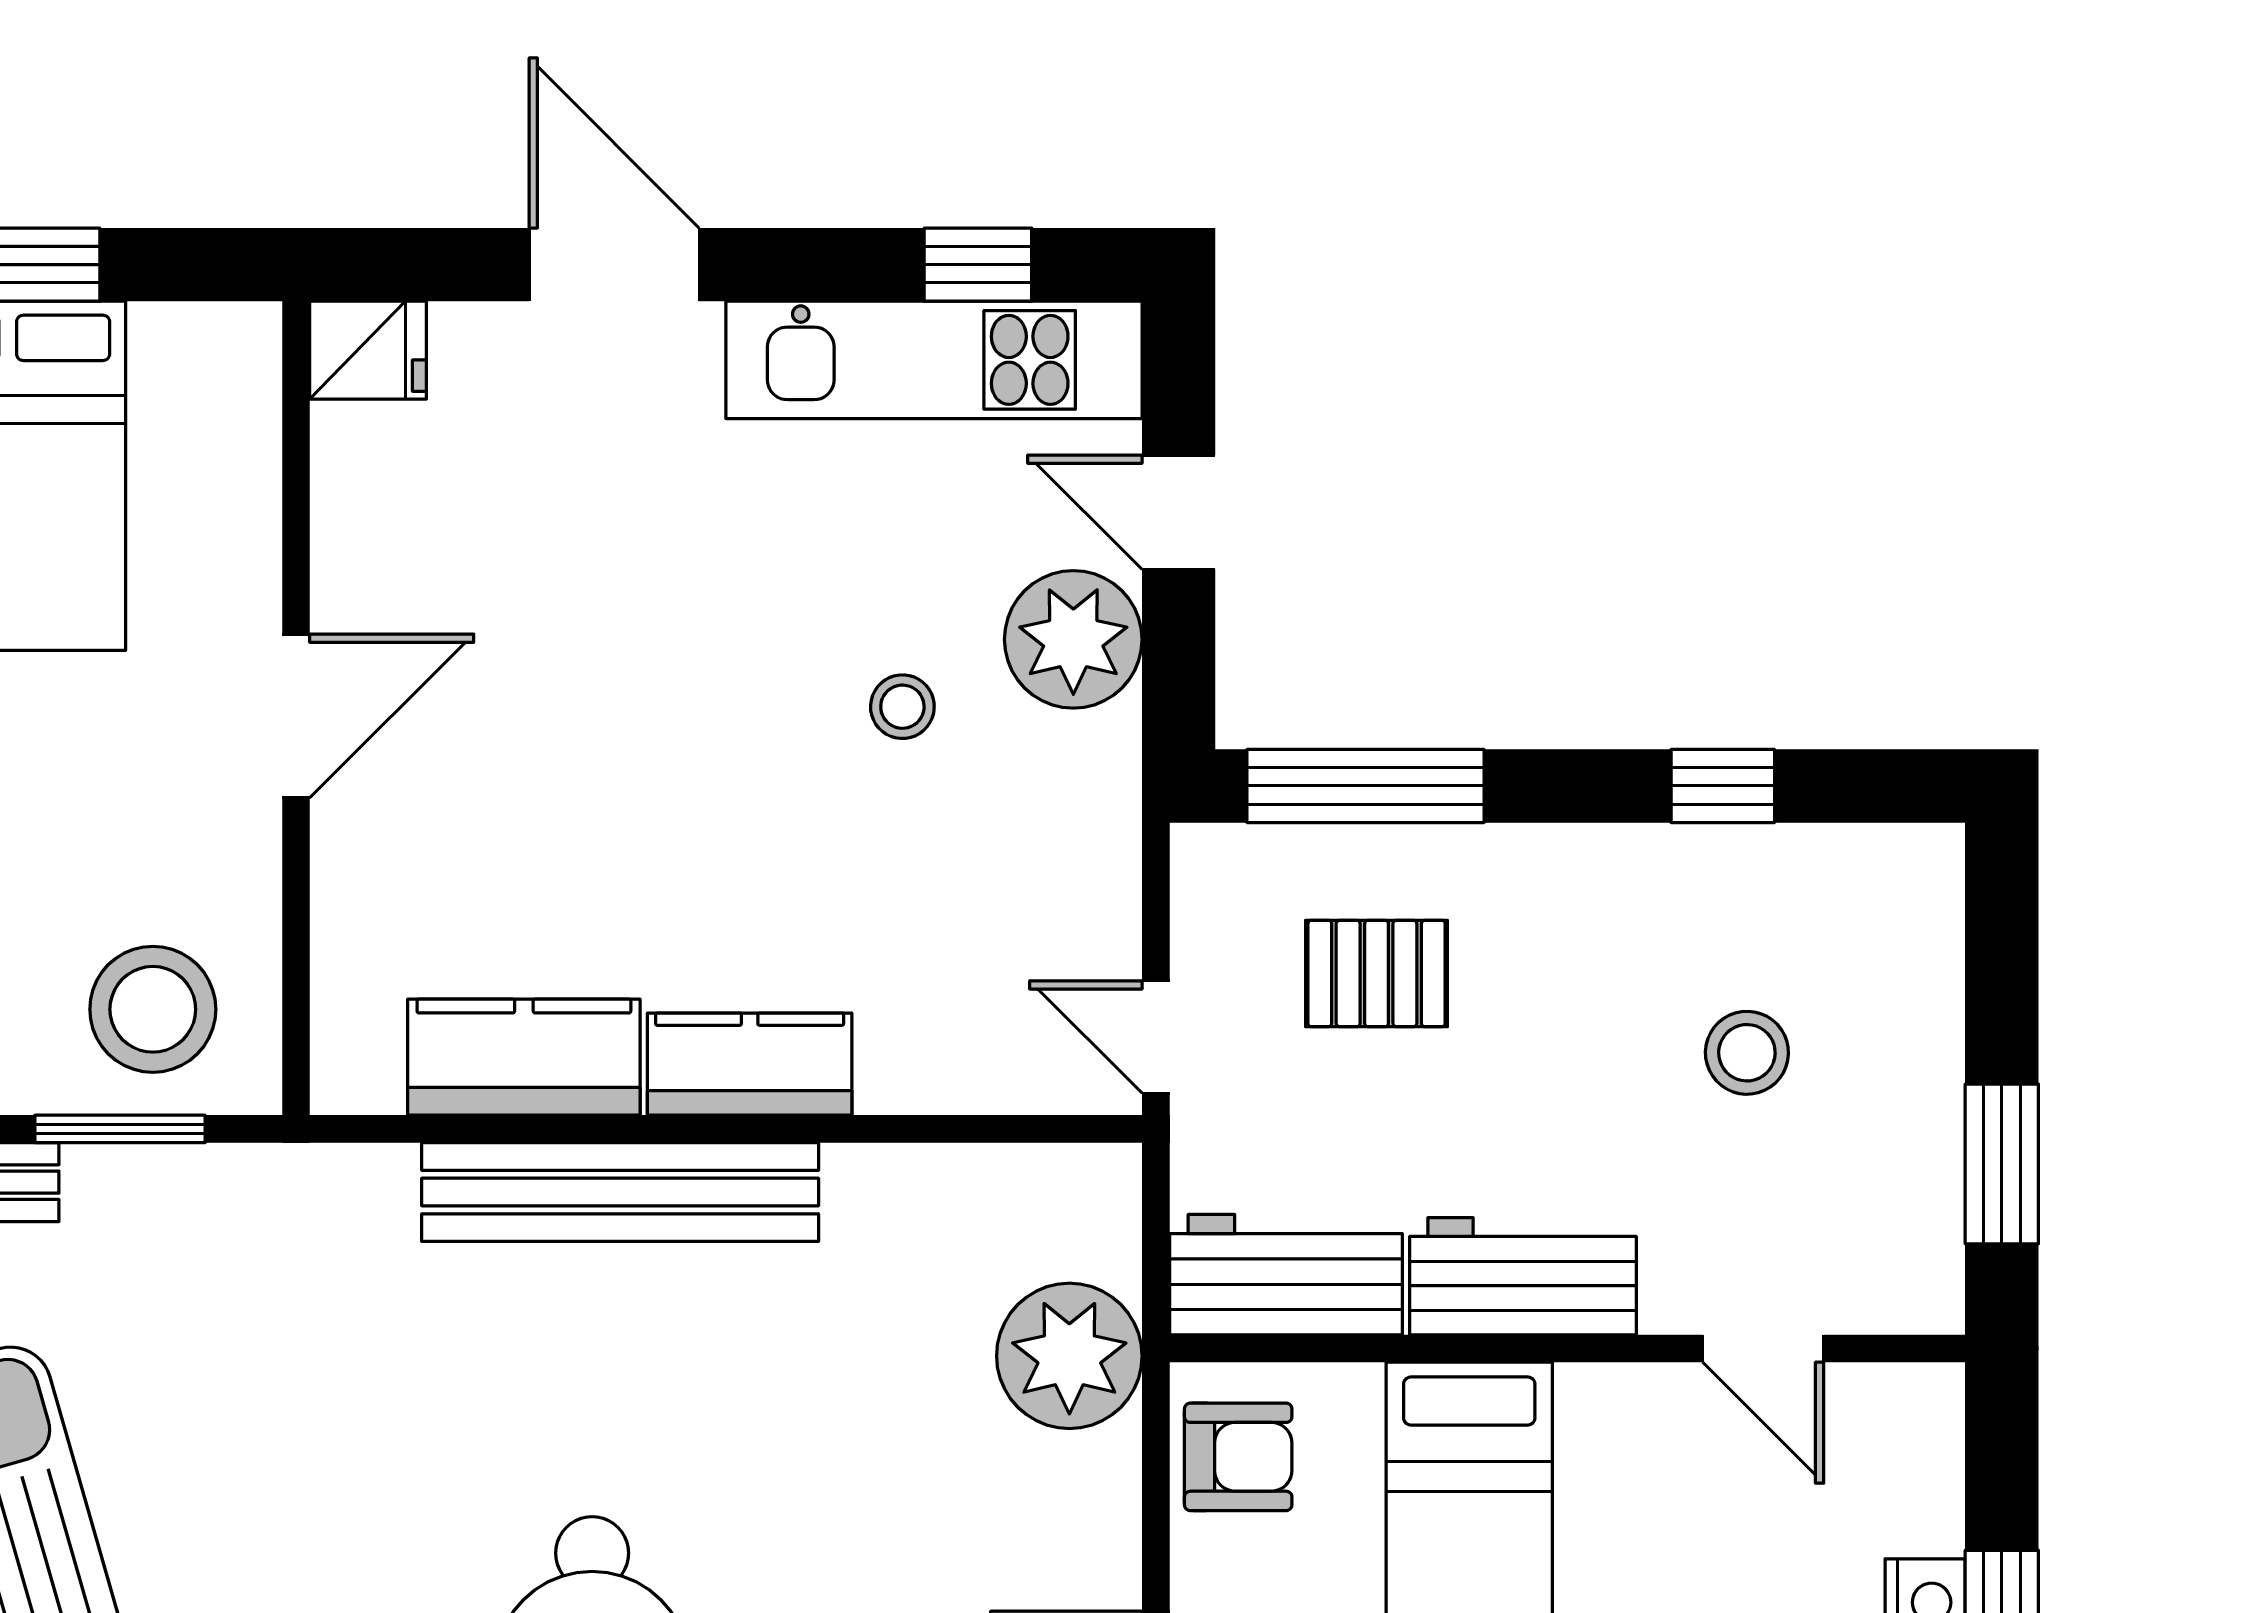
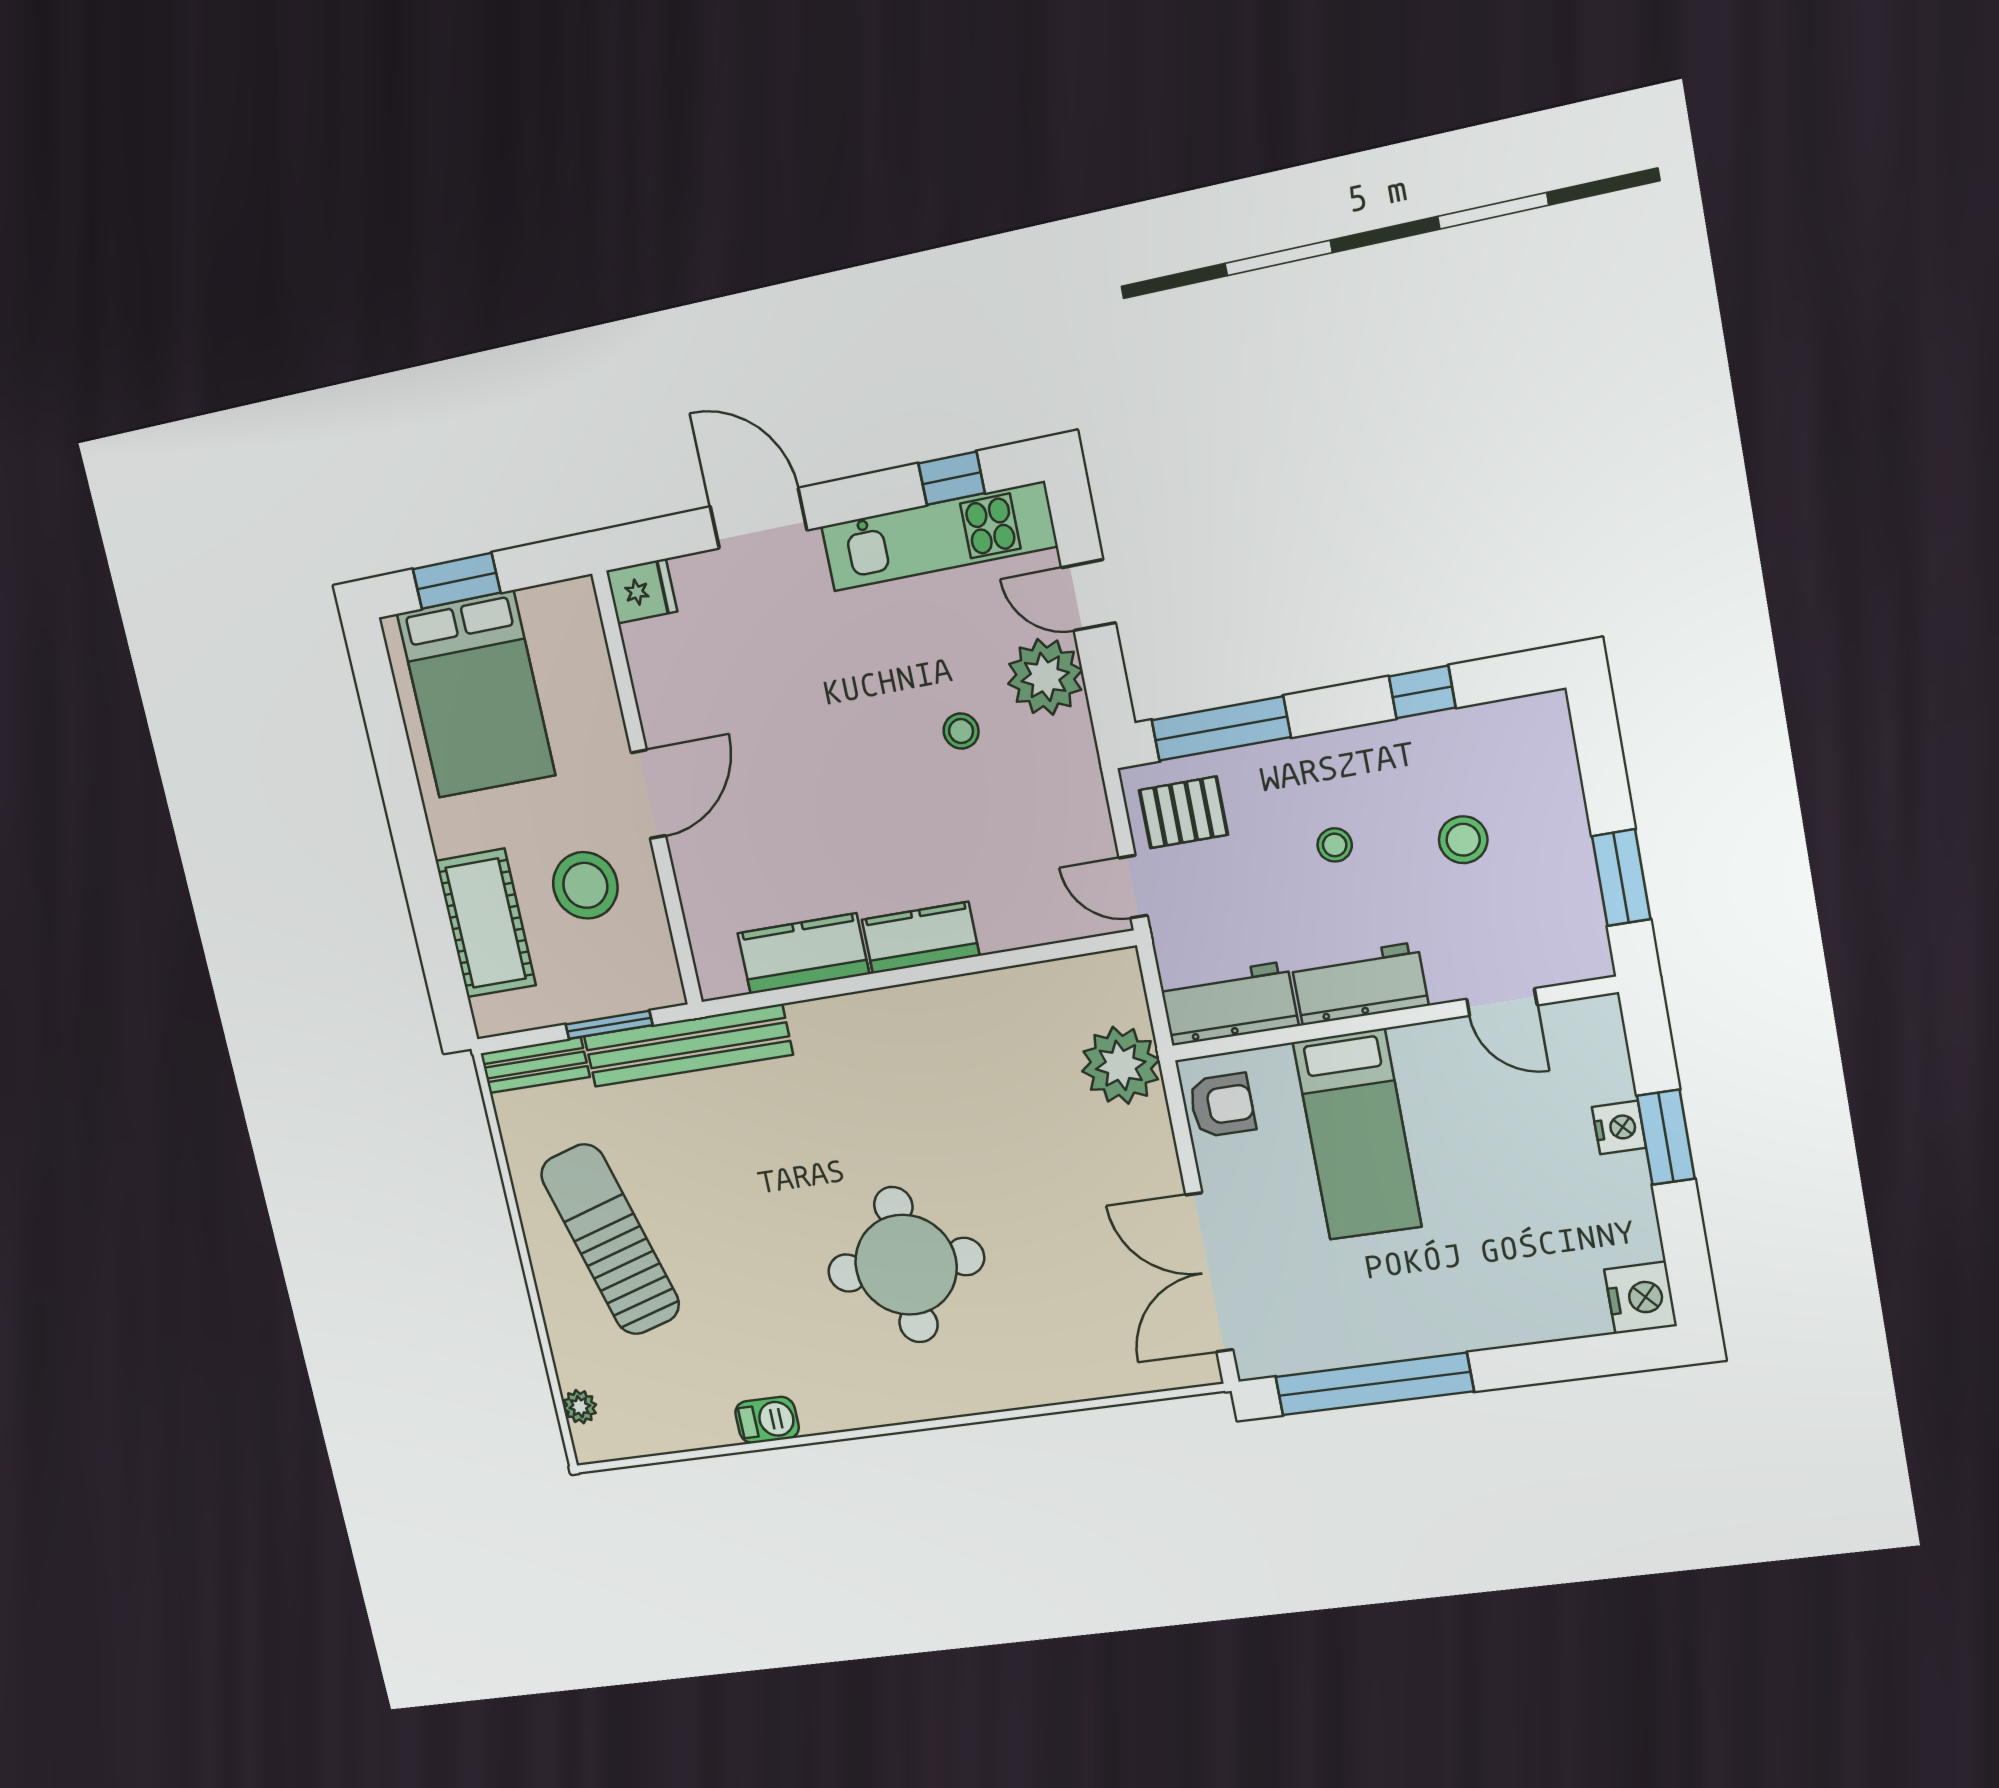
pallet: (1377, 973) -> (1183, 812), moved
stool: (153, 1009) -> (585, 885), moved
stool: (1525, 1024) -> (1335, 845), added
bench: (620, 1192) -> (688, 1045), moved

